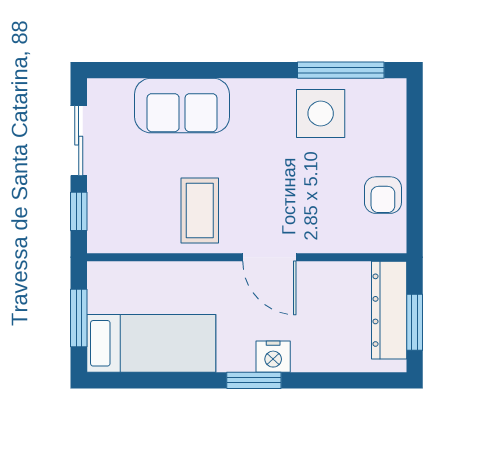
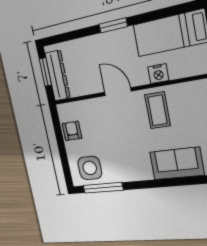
side table: (321, 114) -> (90, 168), moved
nightstand: (273, 357) -> (158, 74), moved, turned 180

